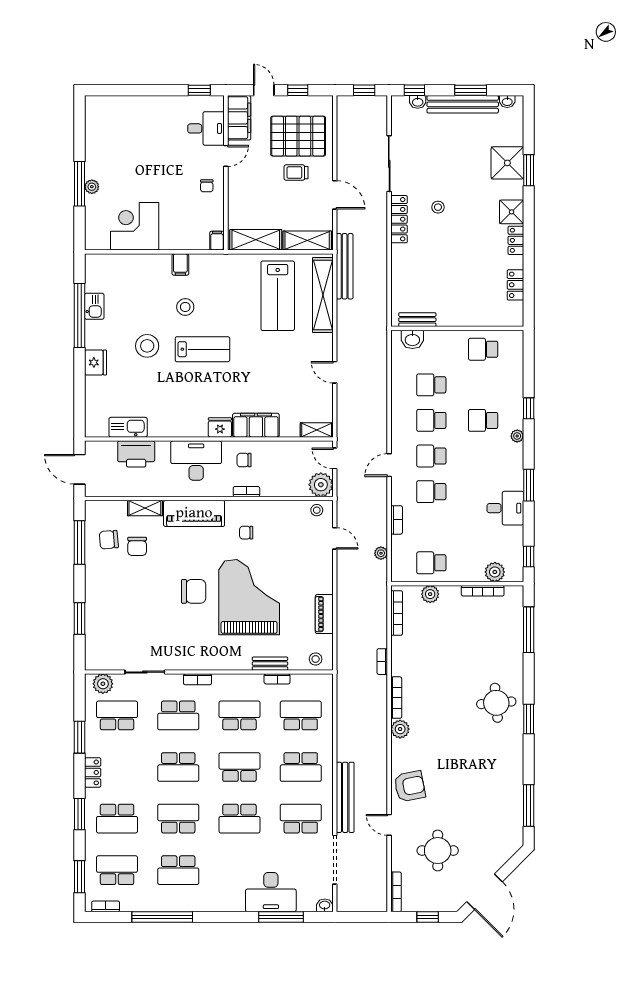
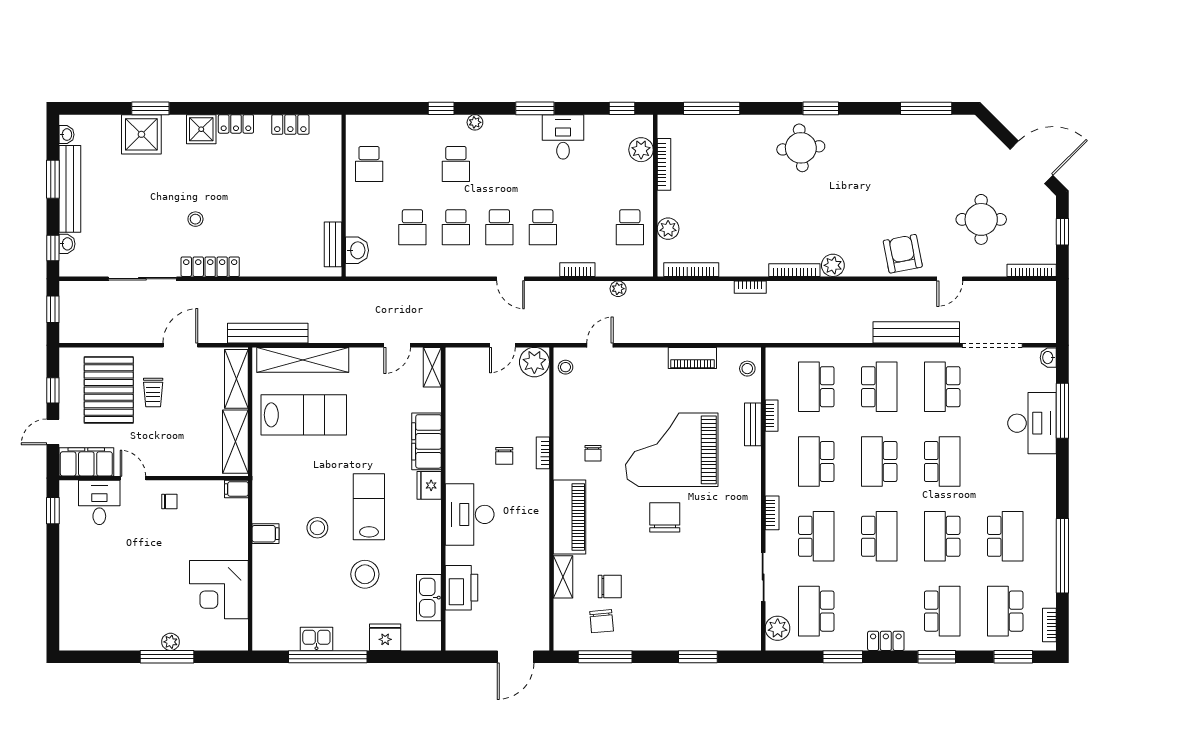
filing cabinet: (256, 425) -> (427, 441), moved
kitchen sink: (128, 427) -> (429, 598), moved
fridge: (220, 427) -> (429, 485), moved
shelving: (317, 430) -> (432, 367), moved
wall: (209, 439) -> (443, 499), moved
printer: (136, 454) -> (462, 588), moved
desk: (196, 461) -> (470, 514), moved

